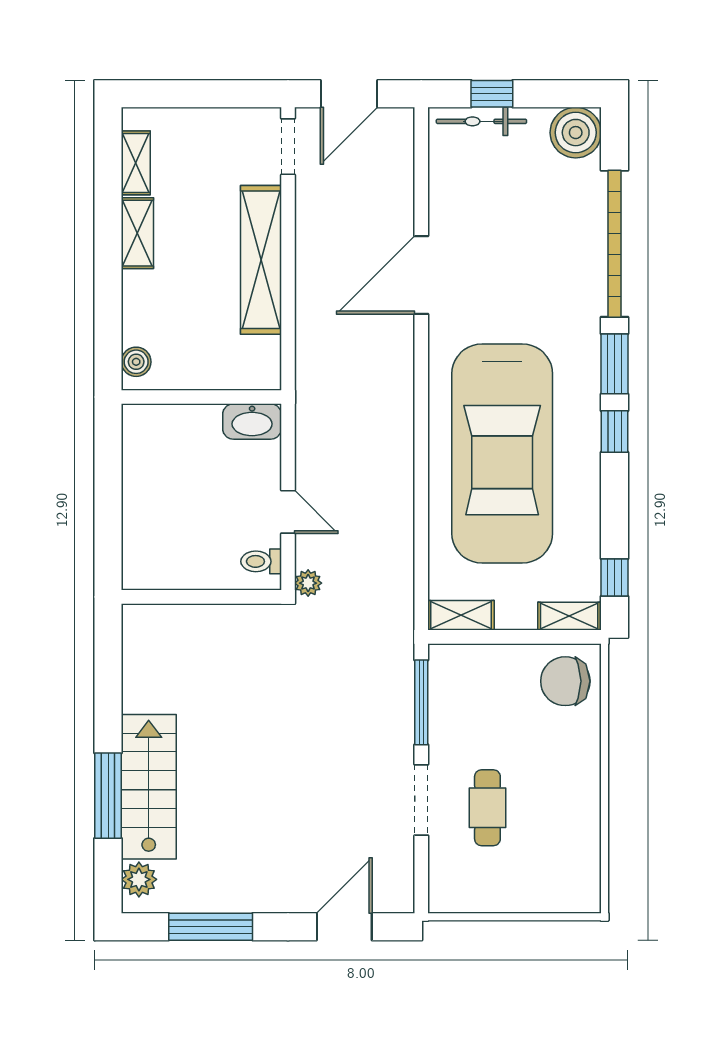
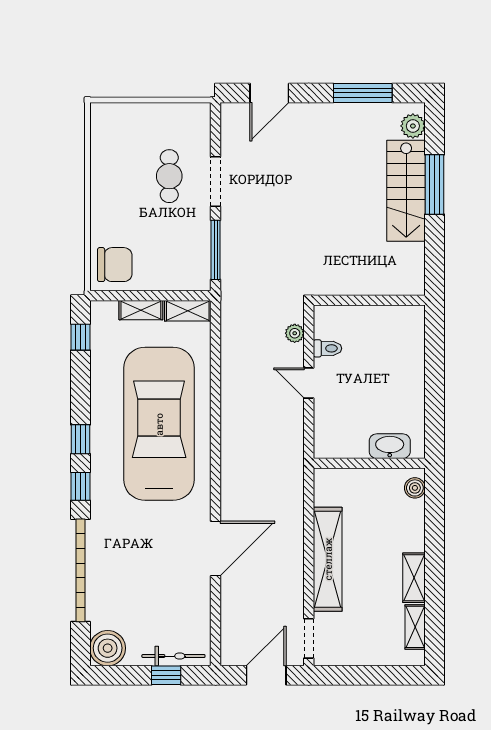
window: (614, 364) -> (80, 486), width x0.67
washbasin: (252, 421) -> (390, 446), moved
wall: (201, 597) -> (369, 300), moved
shelving: (569, 616) -> (141, 310), moved

